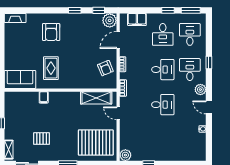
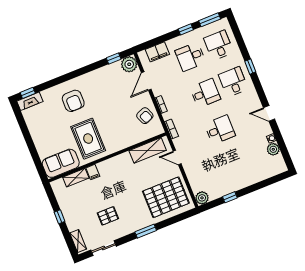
window: (75, 10) -> (28, 93), moved
desk: (163, 34) -> (190, 57), turned 90
rug: (51, 68) -> (88, 139), width x1.36, depth x1.43
plant: (200, 90) -> (273, 149), moved
shelving: (28, 96) -> (76, 178), added

